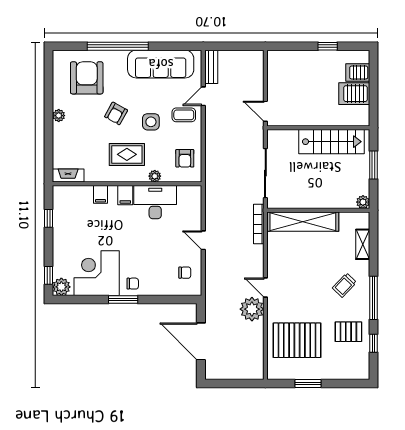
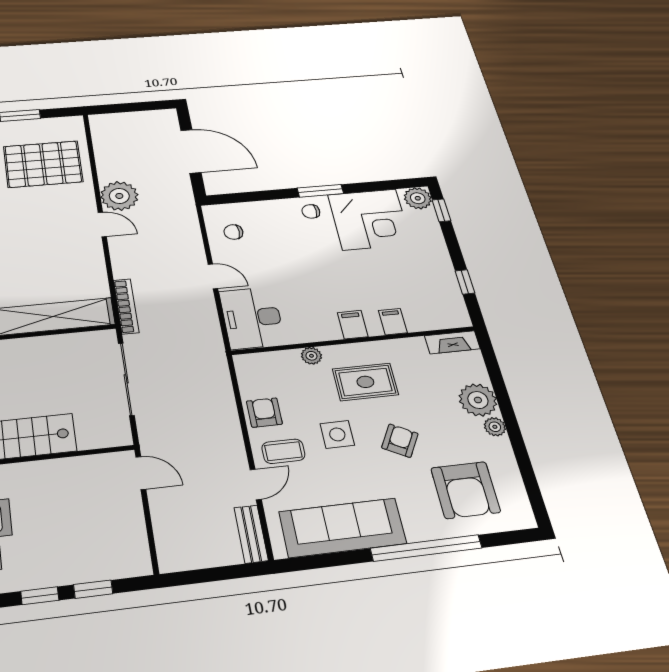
window: (300, 46) -> (93, 589), added
plant: (64, 134) -> (478, 400), added
armchair: (185, 158) -> (264, 413), moved
desk: (155, 202) -> (252, 318), moved, turned 90

